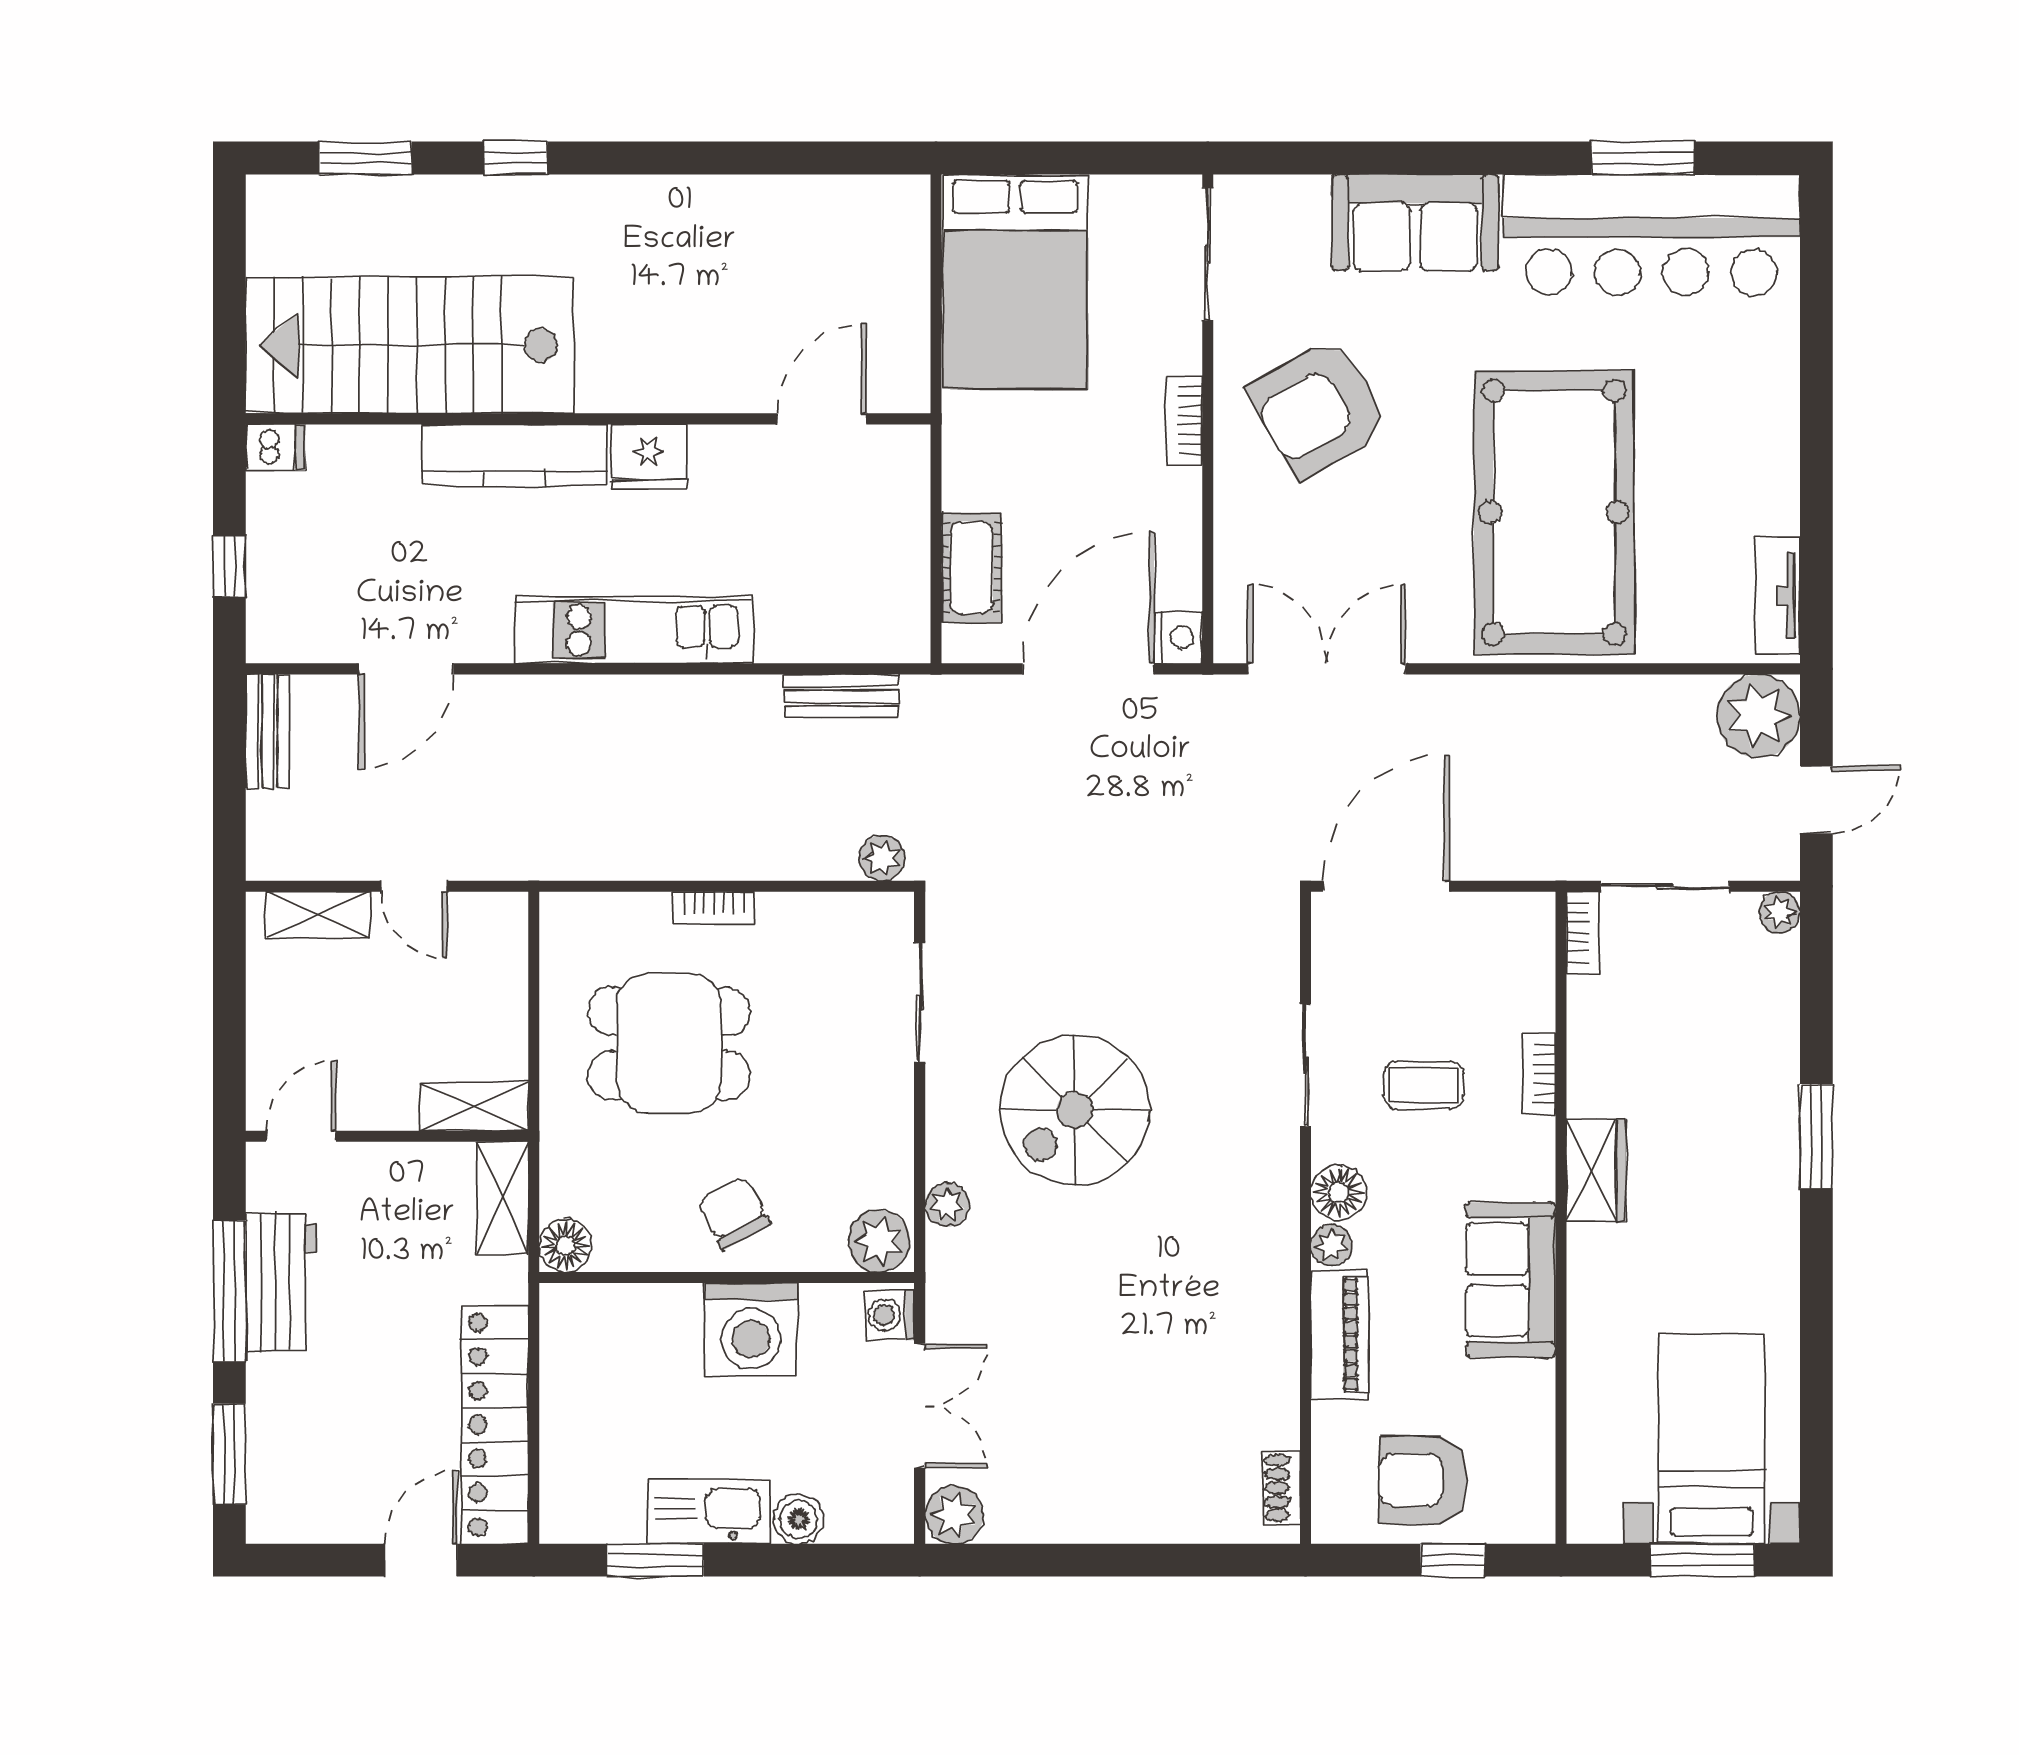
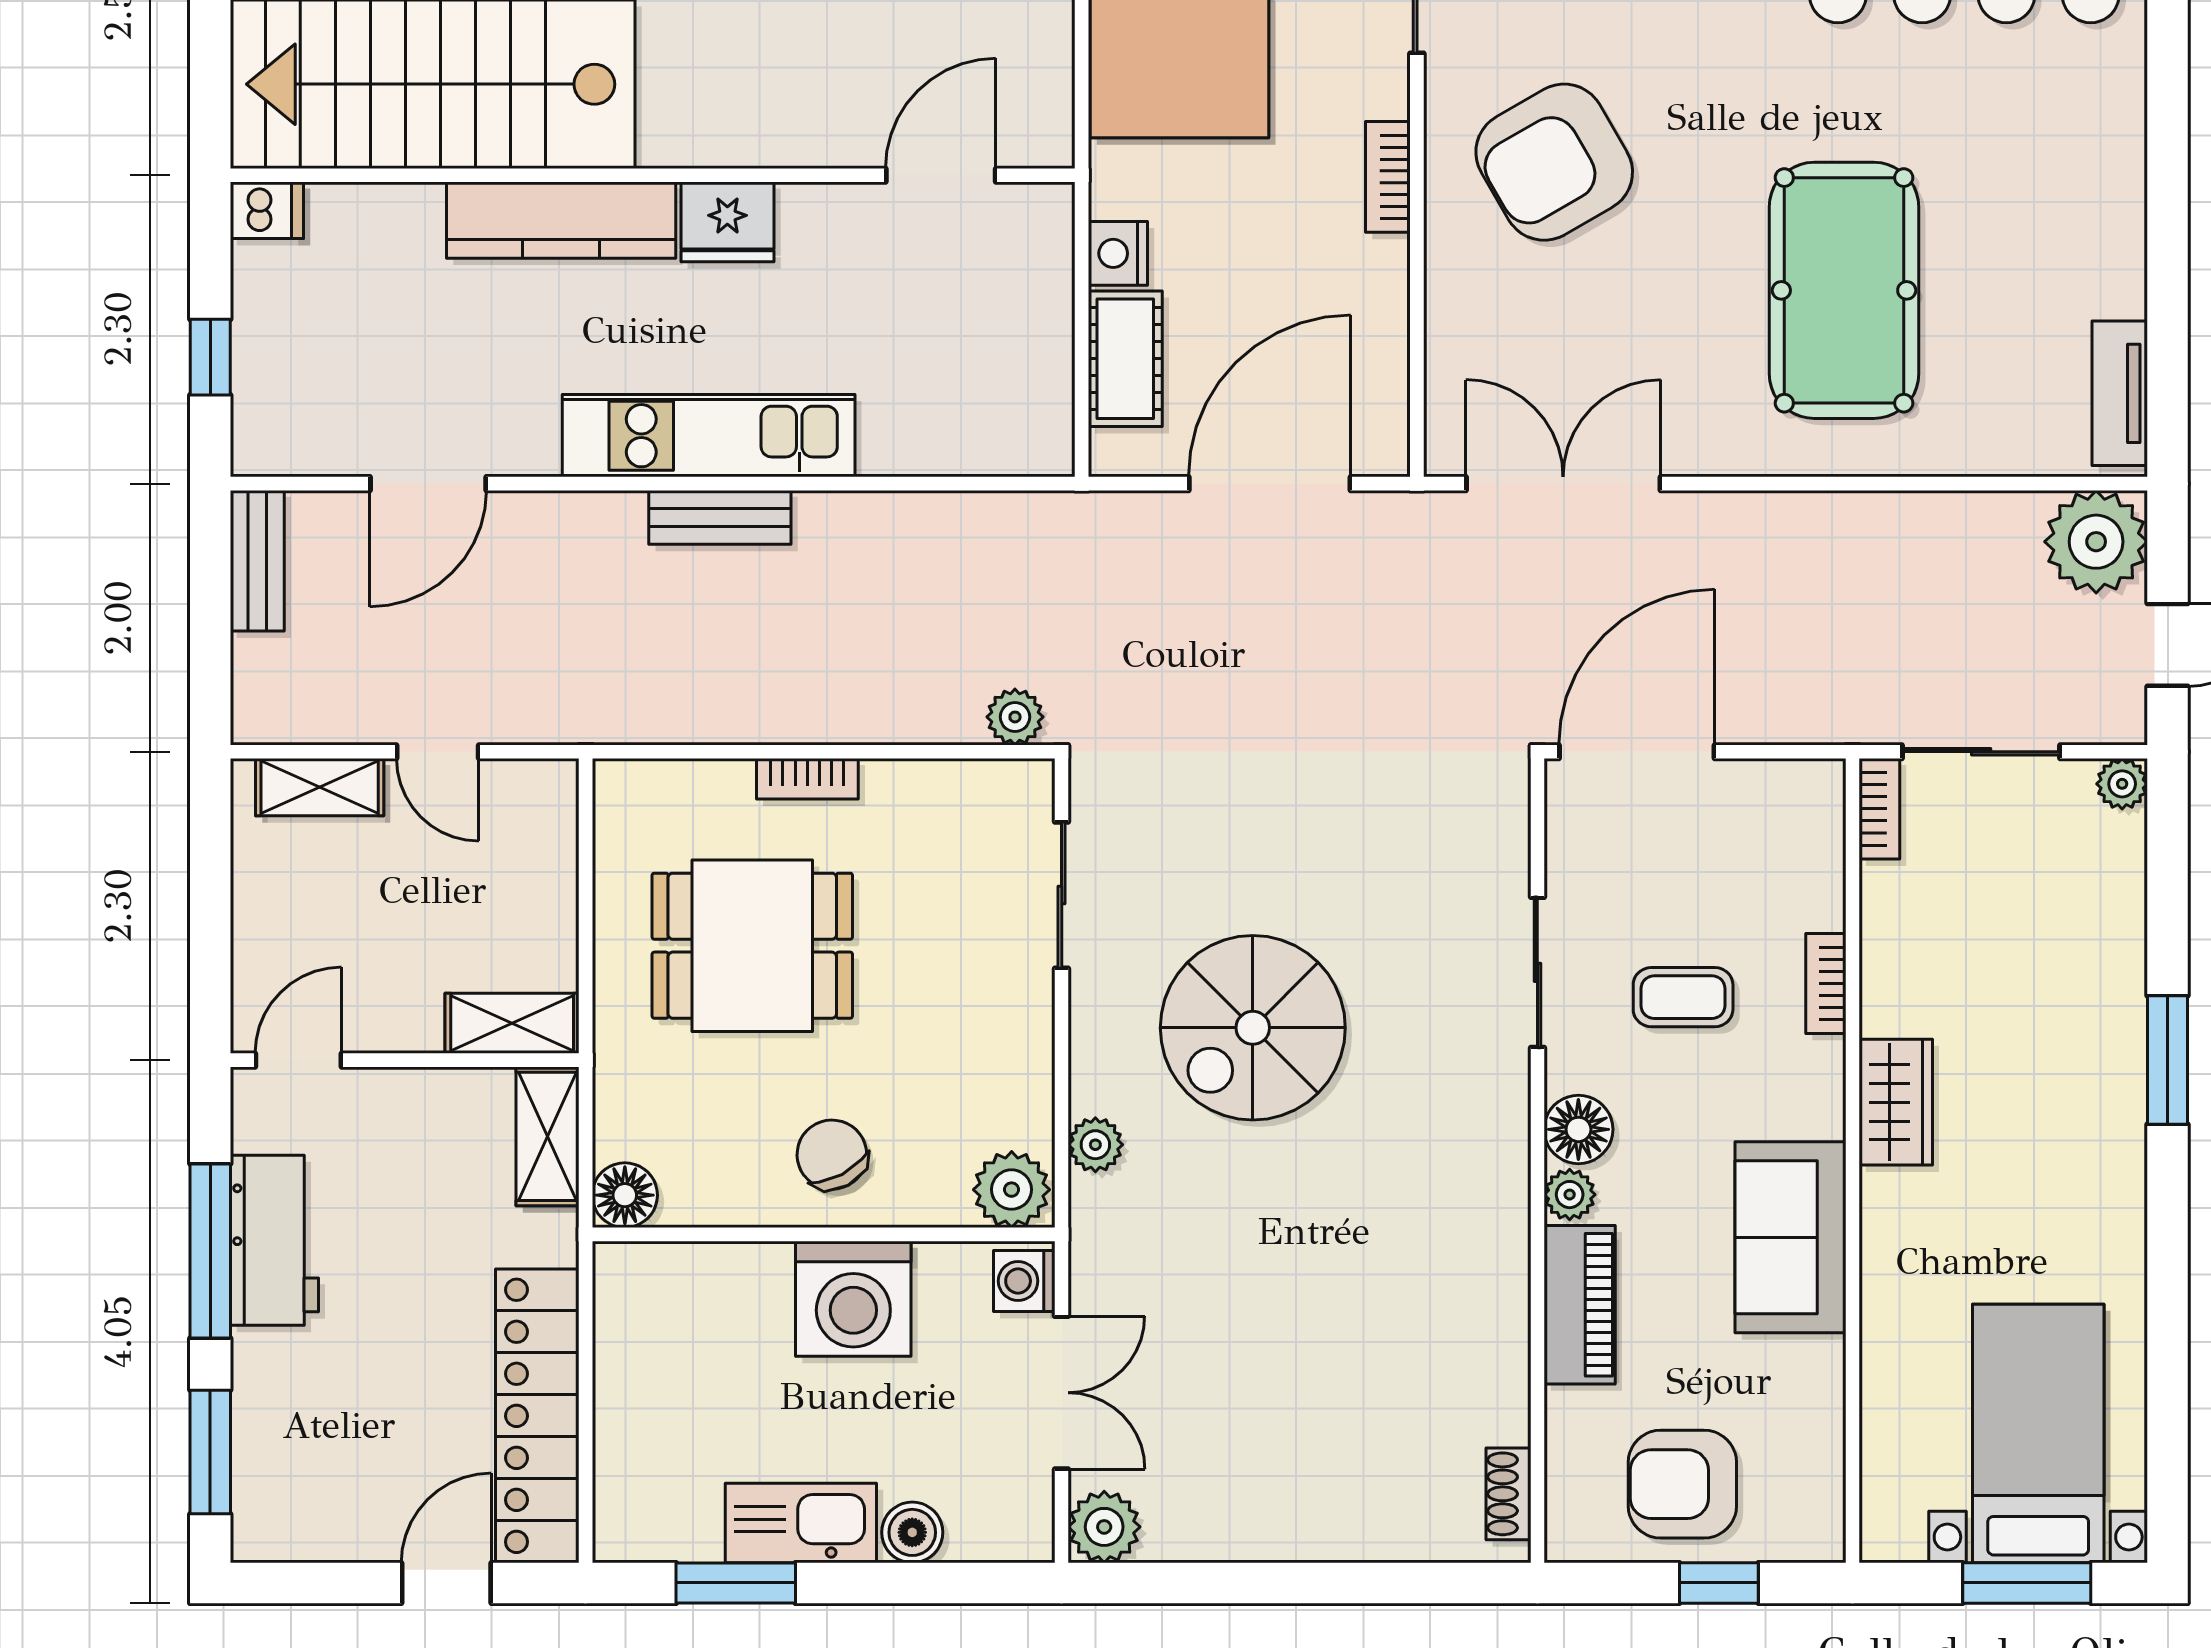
pool table: (1554, 512) -> (1844, 290), width x0.73, depth x0.76
nightstand: (1178, 637) -> (1118, 253), moved, turned 180
bench: (841, 696) -> (720, 517), moved

